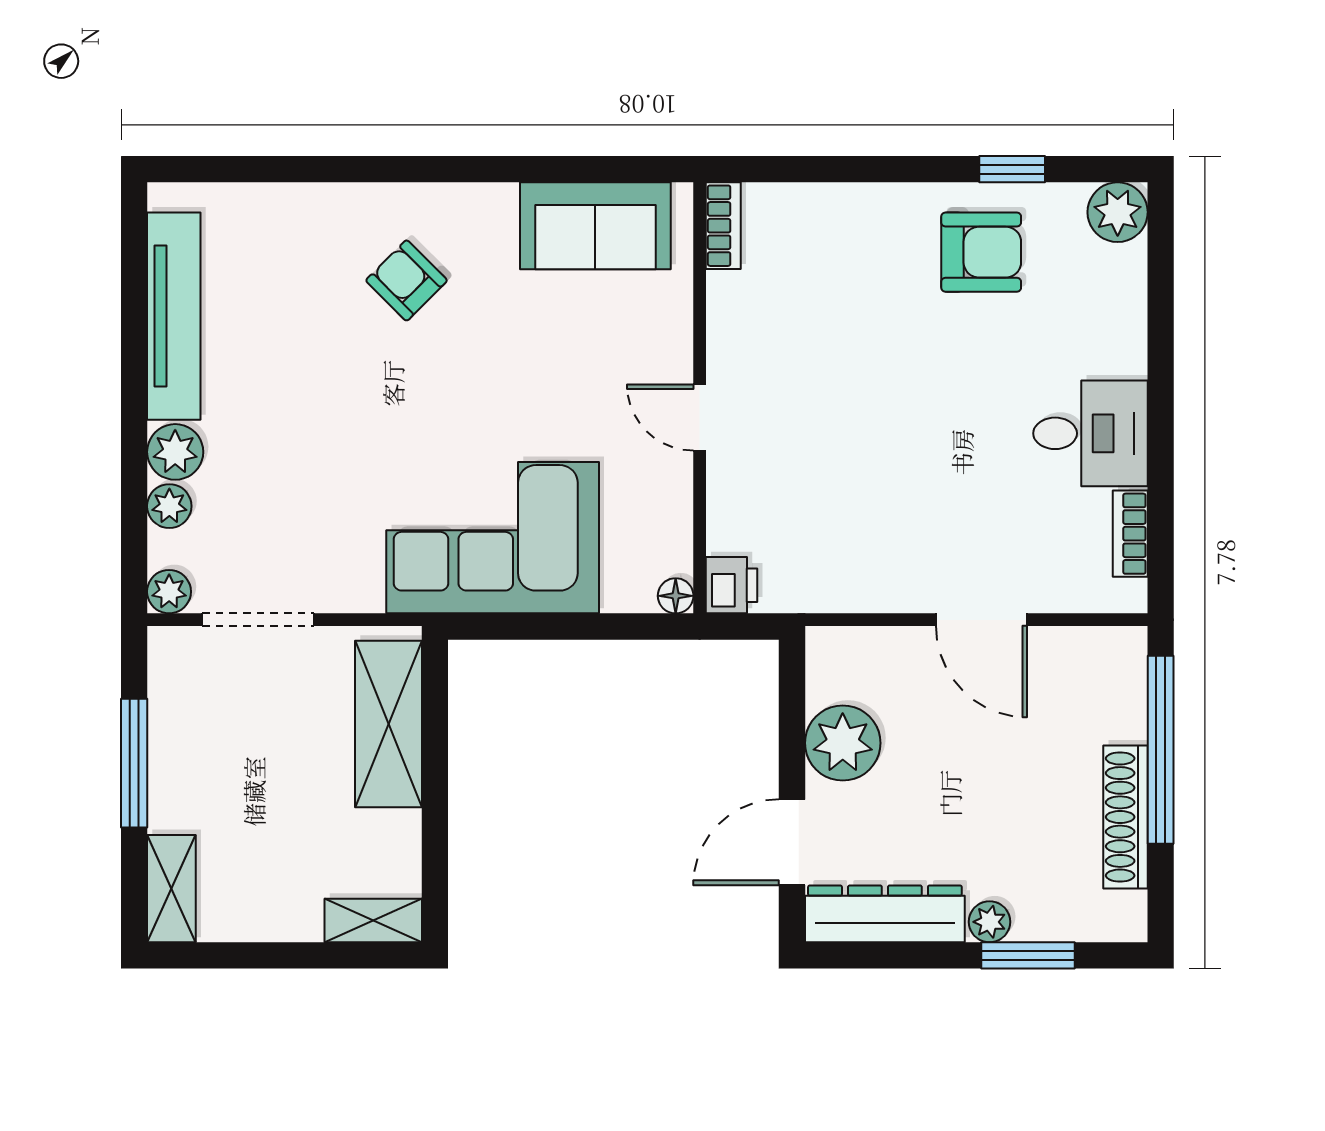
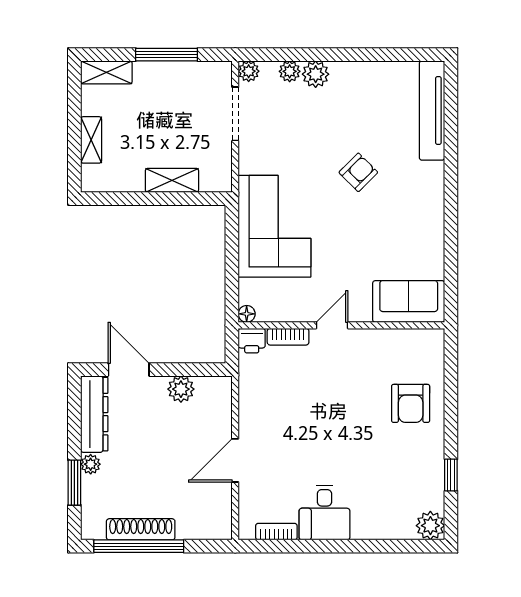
sofa: (595, 226) -> (409, 302), moved, turned 90
bookcase: (723, 226) -> (288, 337), moved
armchair: (981, 252) -> (411, 403), moved
armchair: (407, 280) -> (358, 172), moved
tv unit: (174, 316) -> (432, 110), moved, turned 90
shelving: (388, 724) -> (172, 180), width x0.67, depth x0.75
plant: (843, 743) -> (181, 389), width x0.73, depth x0.73
window: (1161, 750) -> (139, 546), moved
shelving: (373, 921) -> (91, 140), moved

